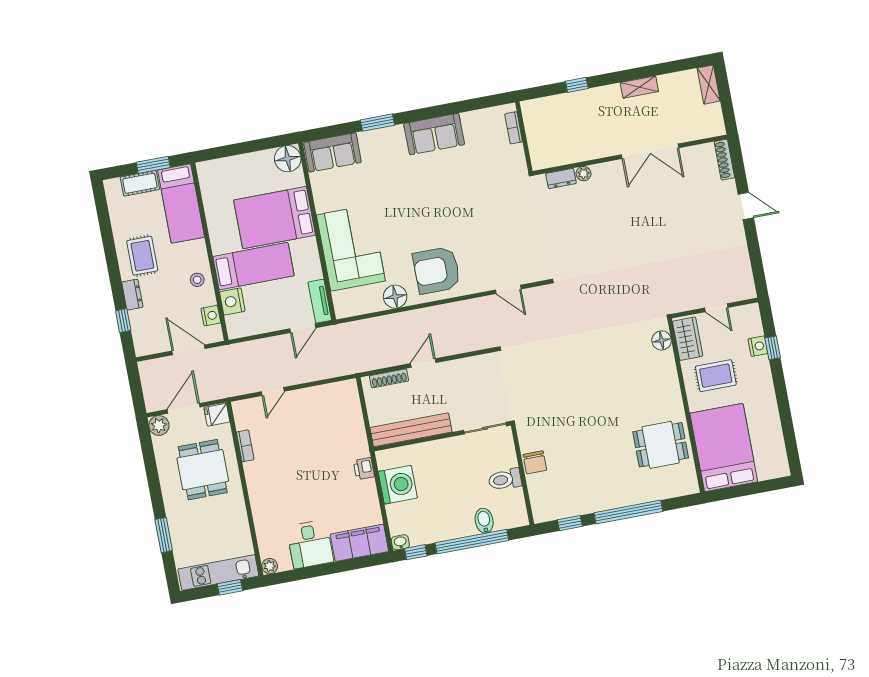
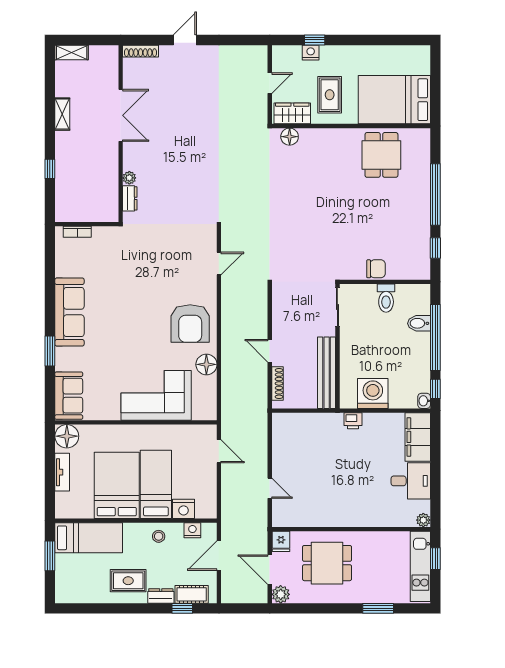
sofa: (434, 134) -> (69, 312), width x1.36
cot: (140, 183) -> (192, 594), moved, turned 90
bed: (275, 218) -> (117, 485), moved, turned 180
tv unit: (320, 301) -> (62, 472), moved, turned -90
bookcase: (245, 446) -> (313, 522), removed

